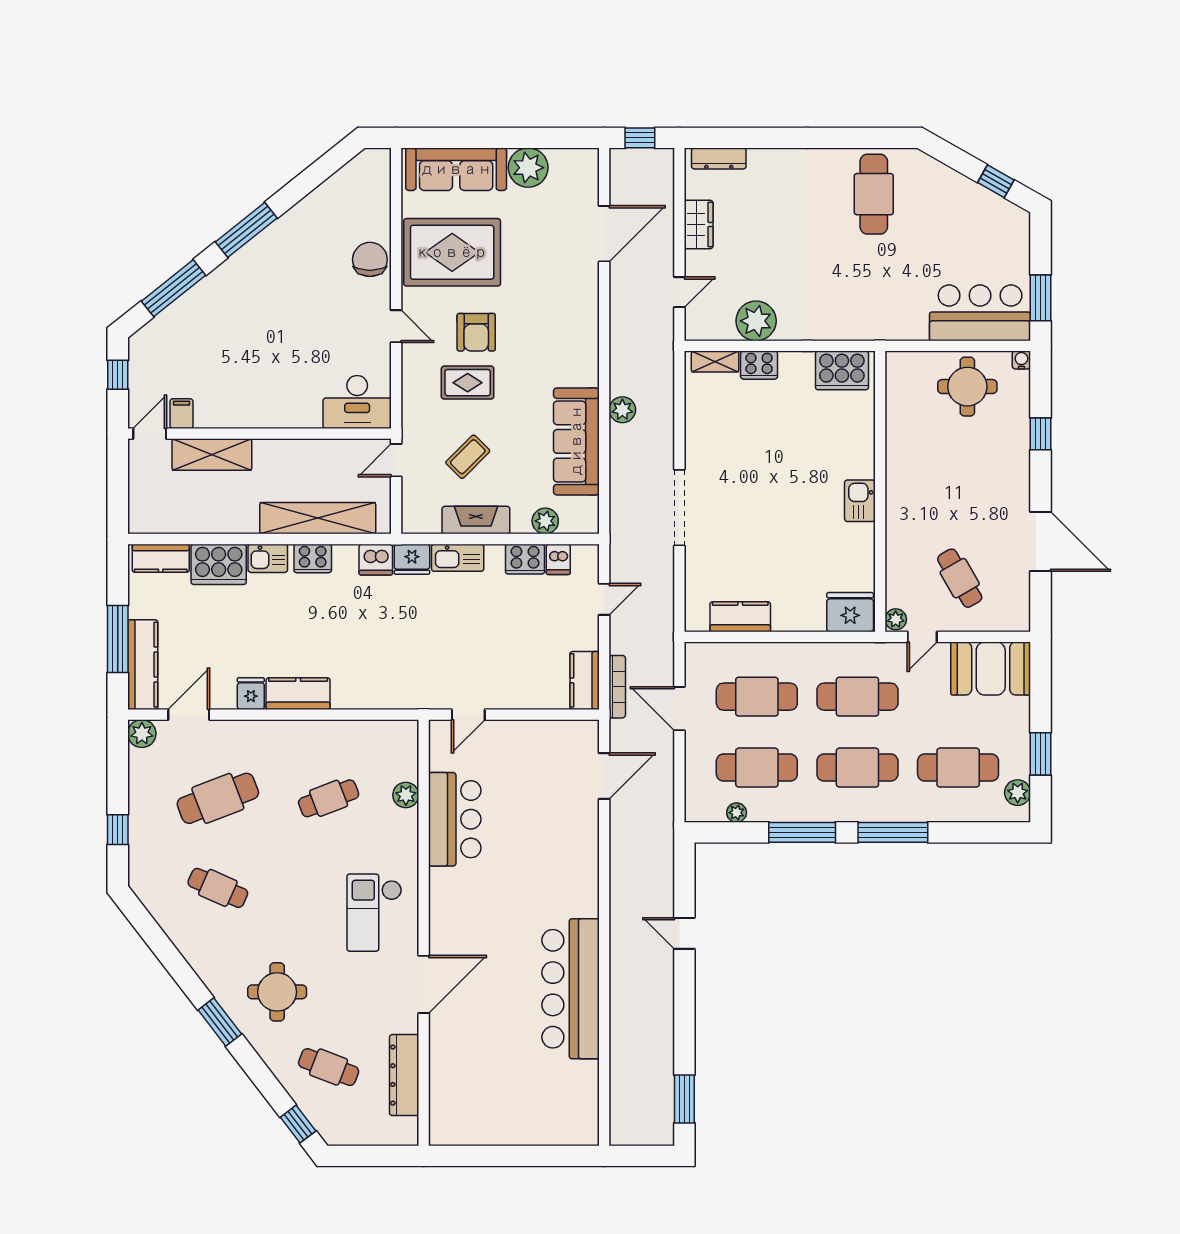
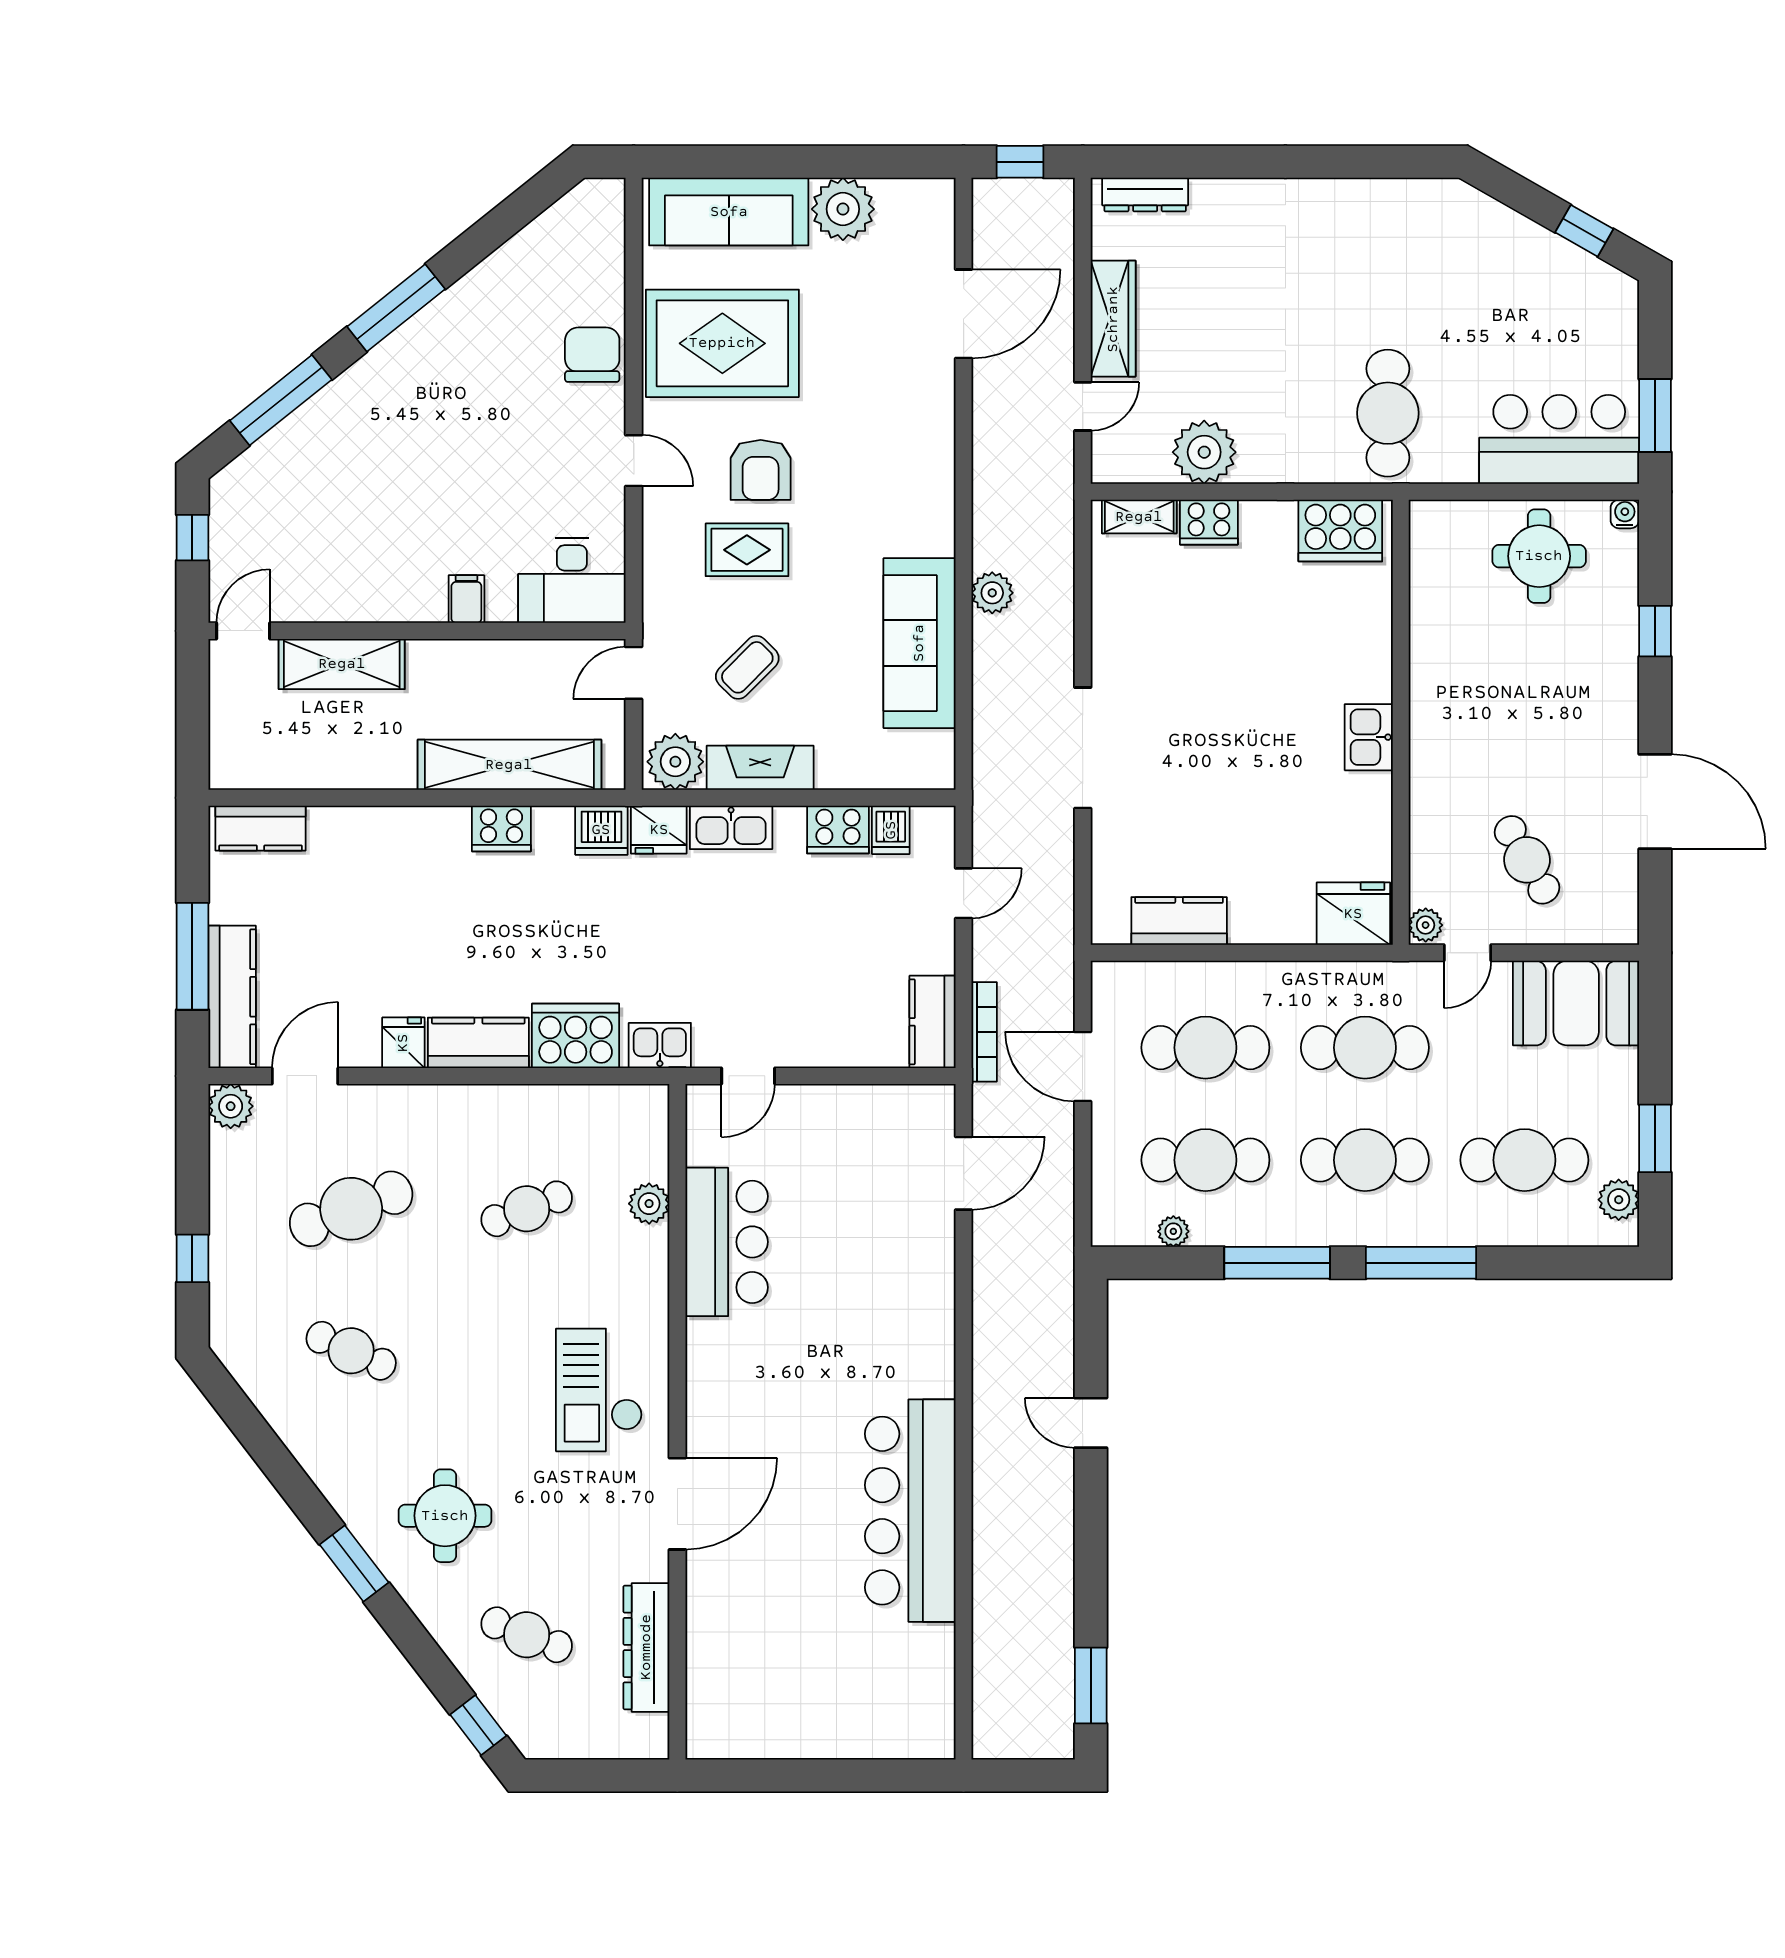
cafe table: (874, 194) -> (1388, 413), moved
wardrobe: (699, 224) -> (1113, 319), width x1.50
filing cabinet: (182, 414) -> (466, 599), moved
plant: (545, 521) -> (675, 762), moved, width x1.36, depth x1.36
kitchen sink: (268, 558) -> (660, 1045), moved, turned 180
cooker: (219, 564) -> (576, 1036), moved, turned 180

